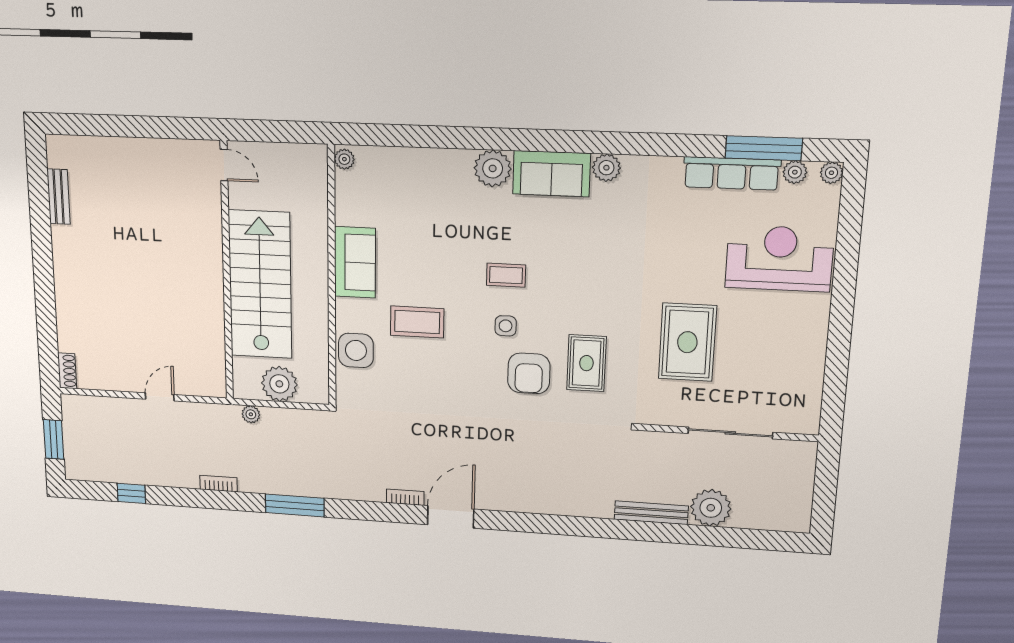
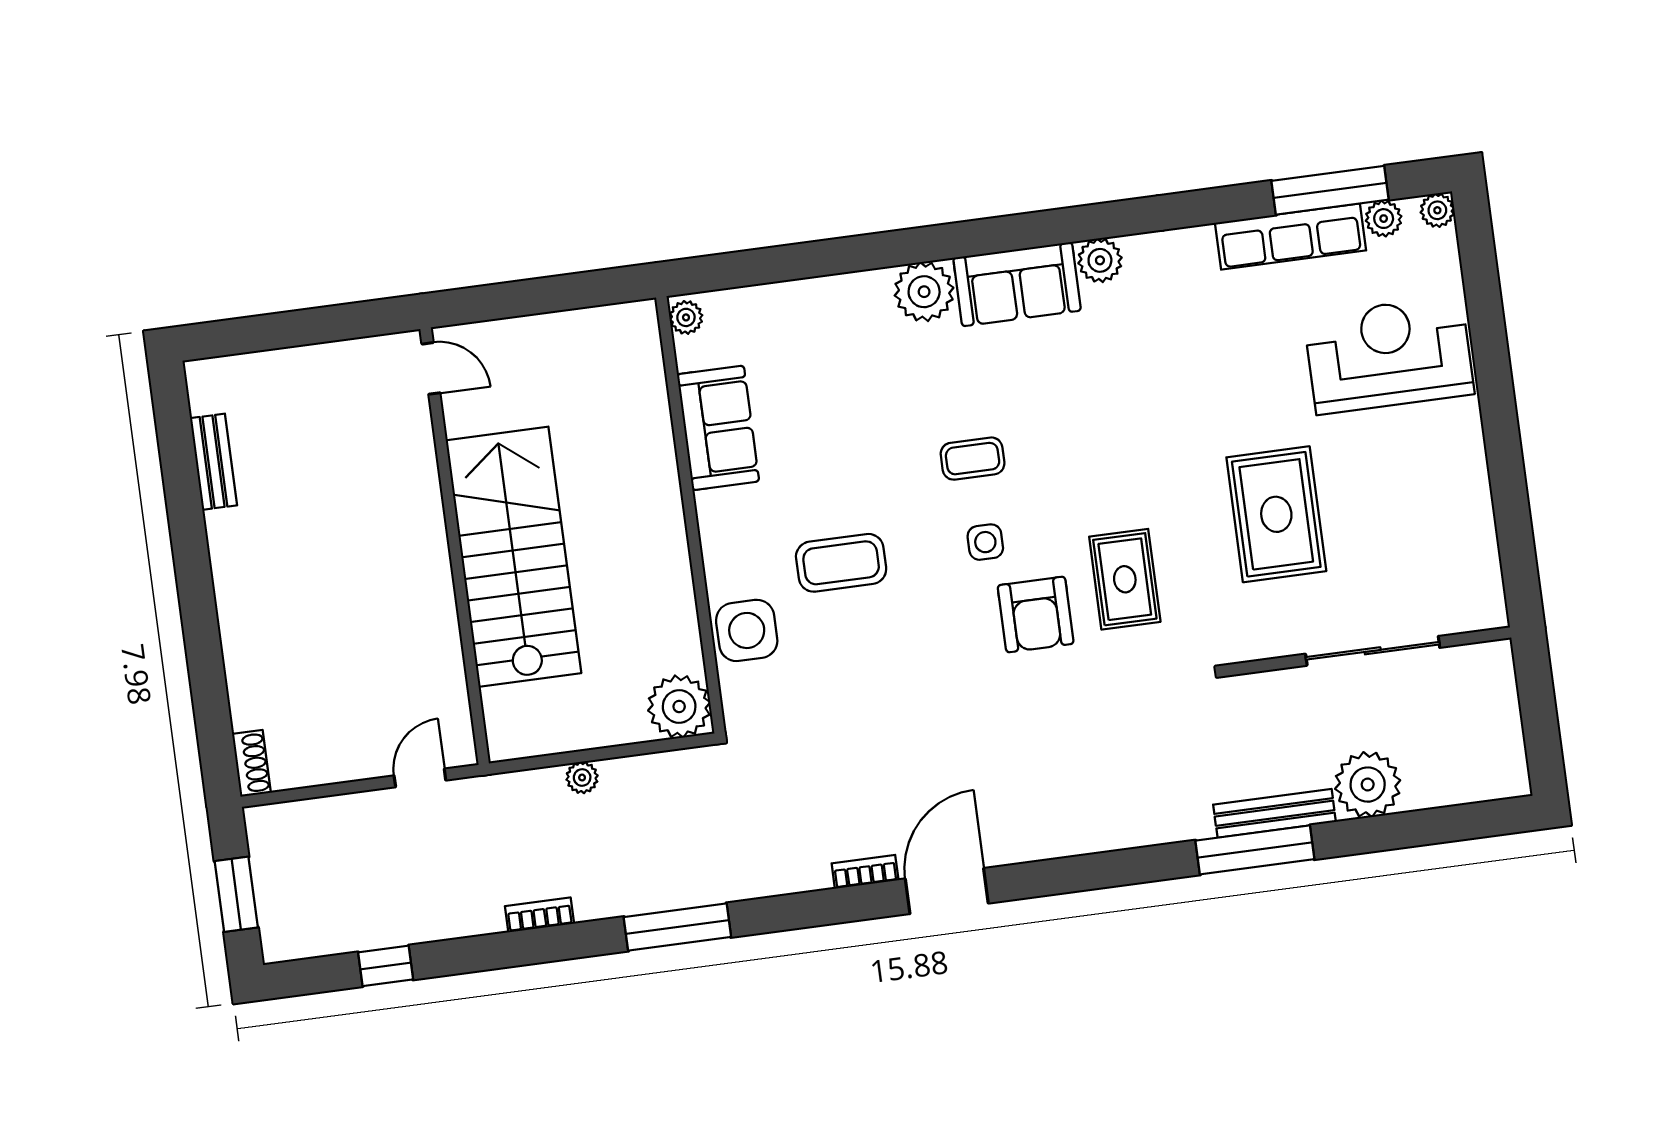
door: (224, 165) -> (431, 368), moved
sofa: (355, 262) -> (718, 428), moved
wall: (227, 272) -> (455, 546), moved
stairs: (260, 285) -> (513, 557), moved
plant: (279, 384) -> (679, 707), moved
window: (635, 531) -> (1255, 850), added

